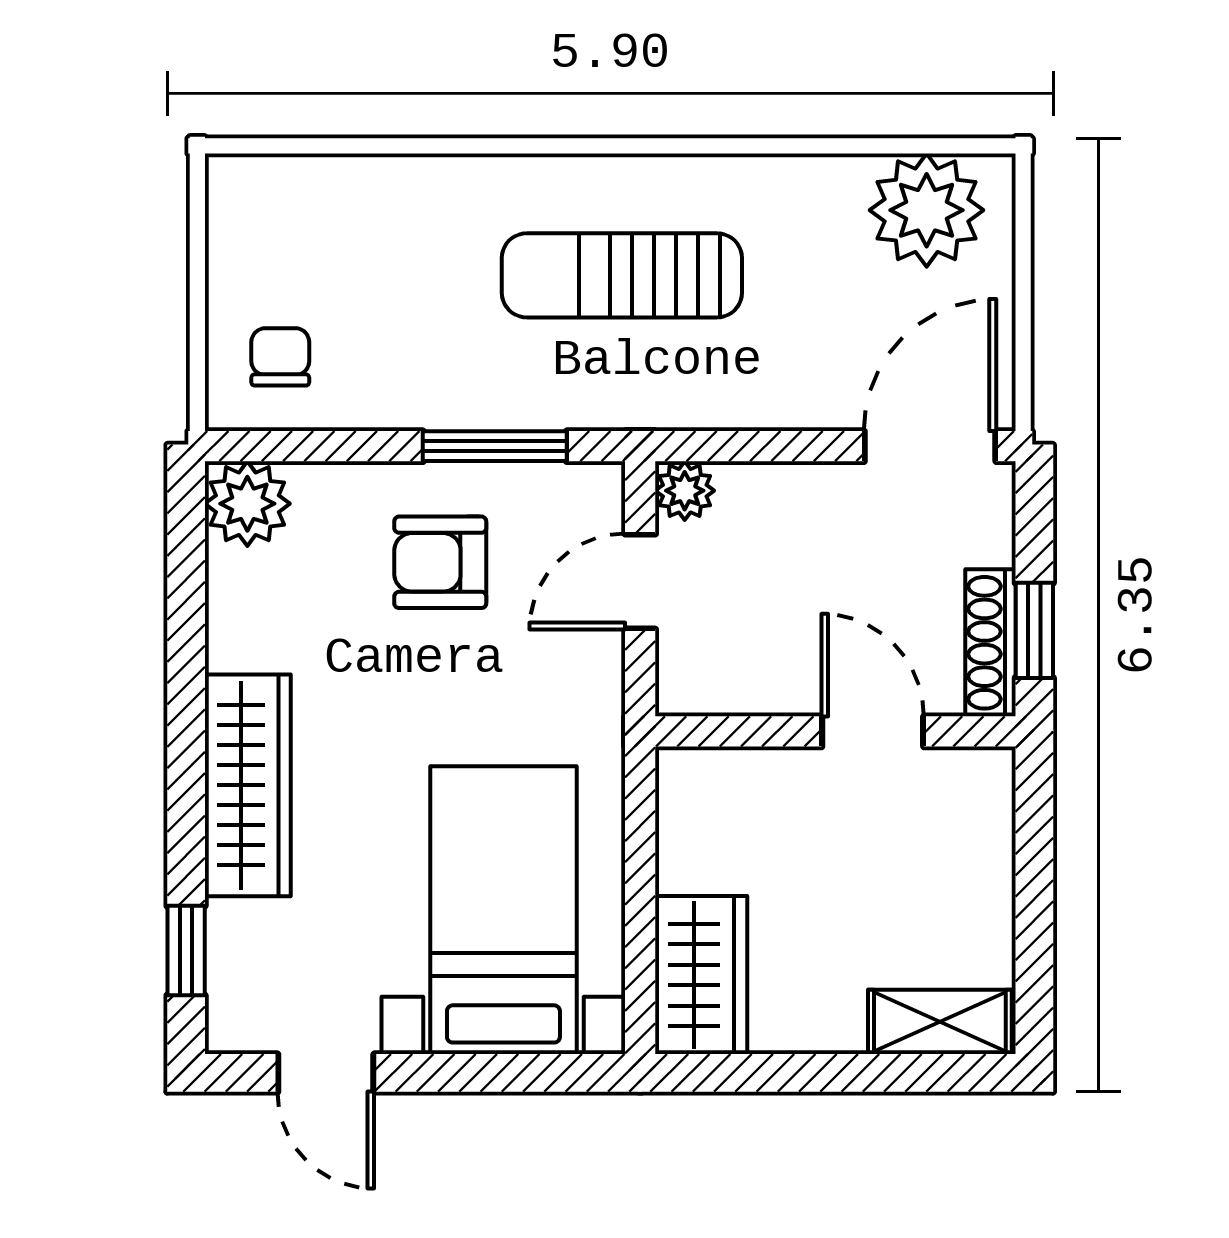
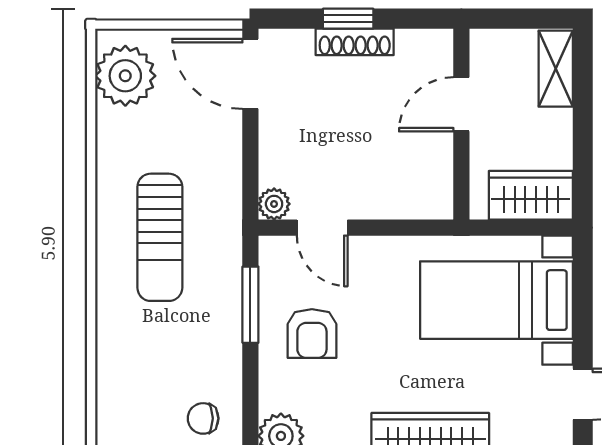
wall: (835, 731) -> (461, 124), moved
door: (873, 731) -> (461, 104), moved

